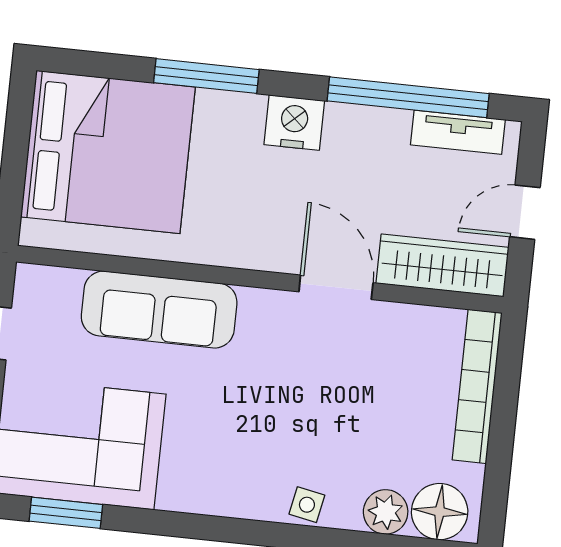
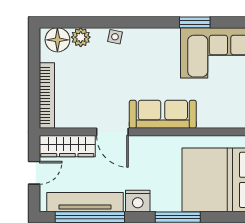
tv unit: (458, 132) -> (85, 202), width x1.92, depth x1.29
sofa: (159, 310) -> (163, 114), moved
window: (66, 513) -> (195, 22), moved

